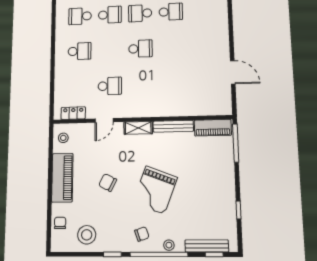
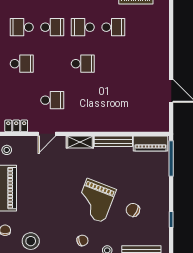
chair: (108, 183) -> (133, 210), moved

